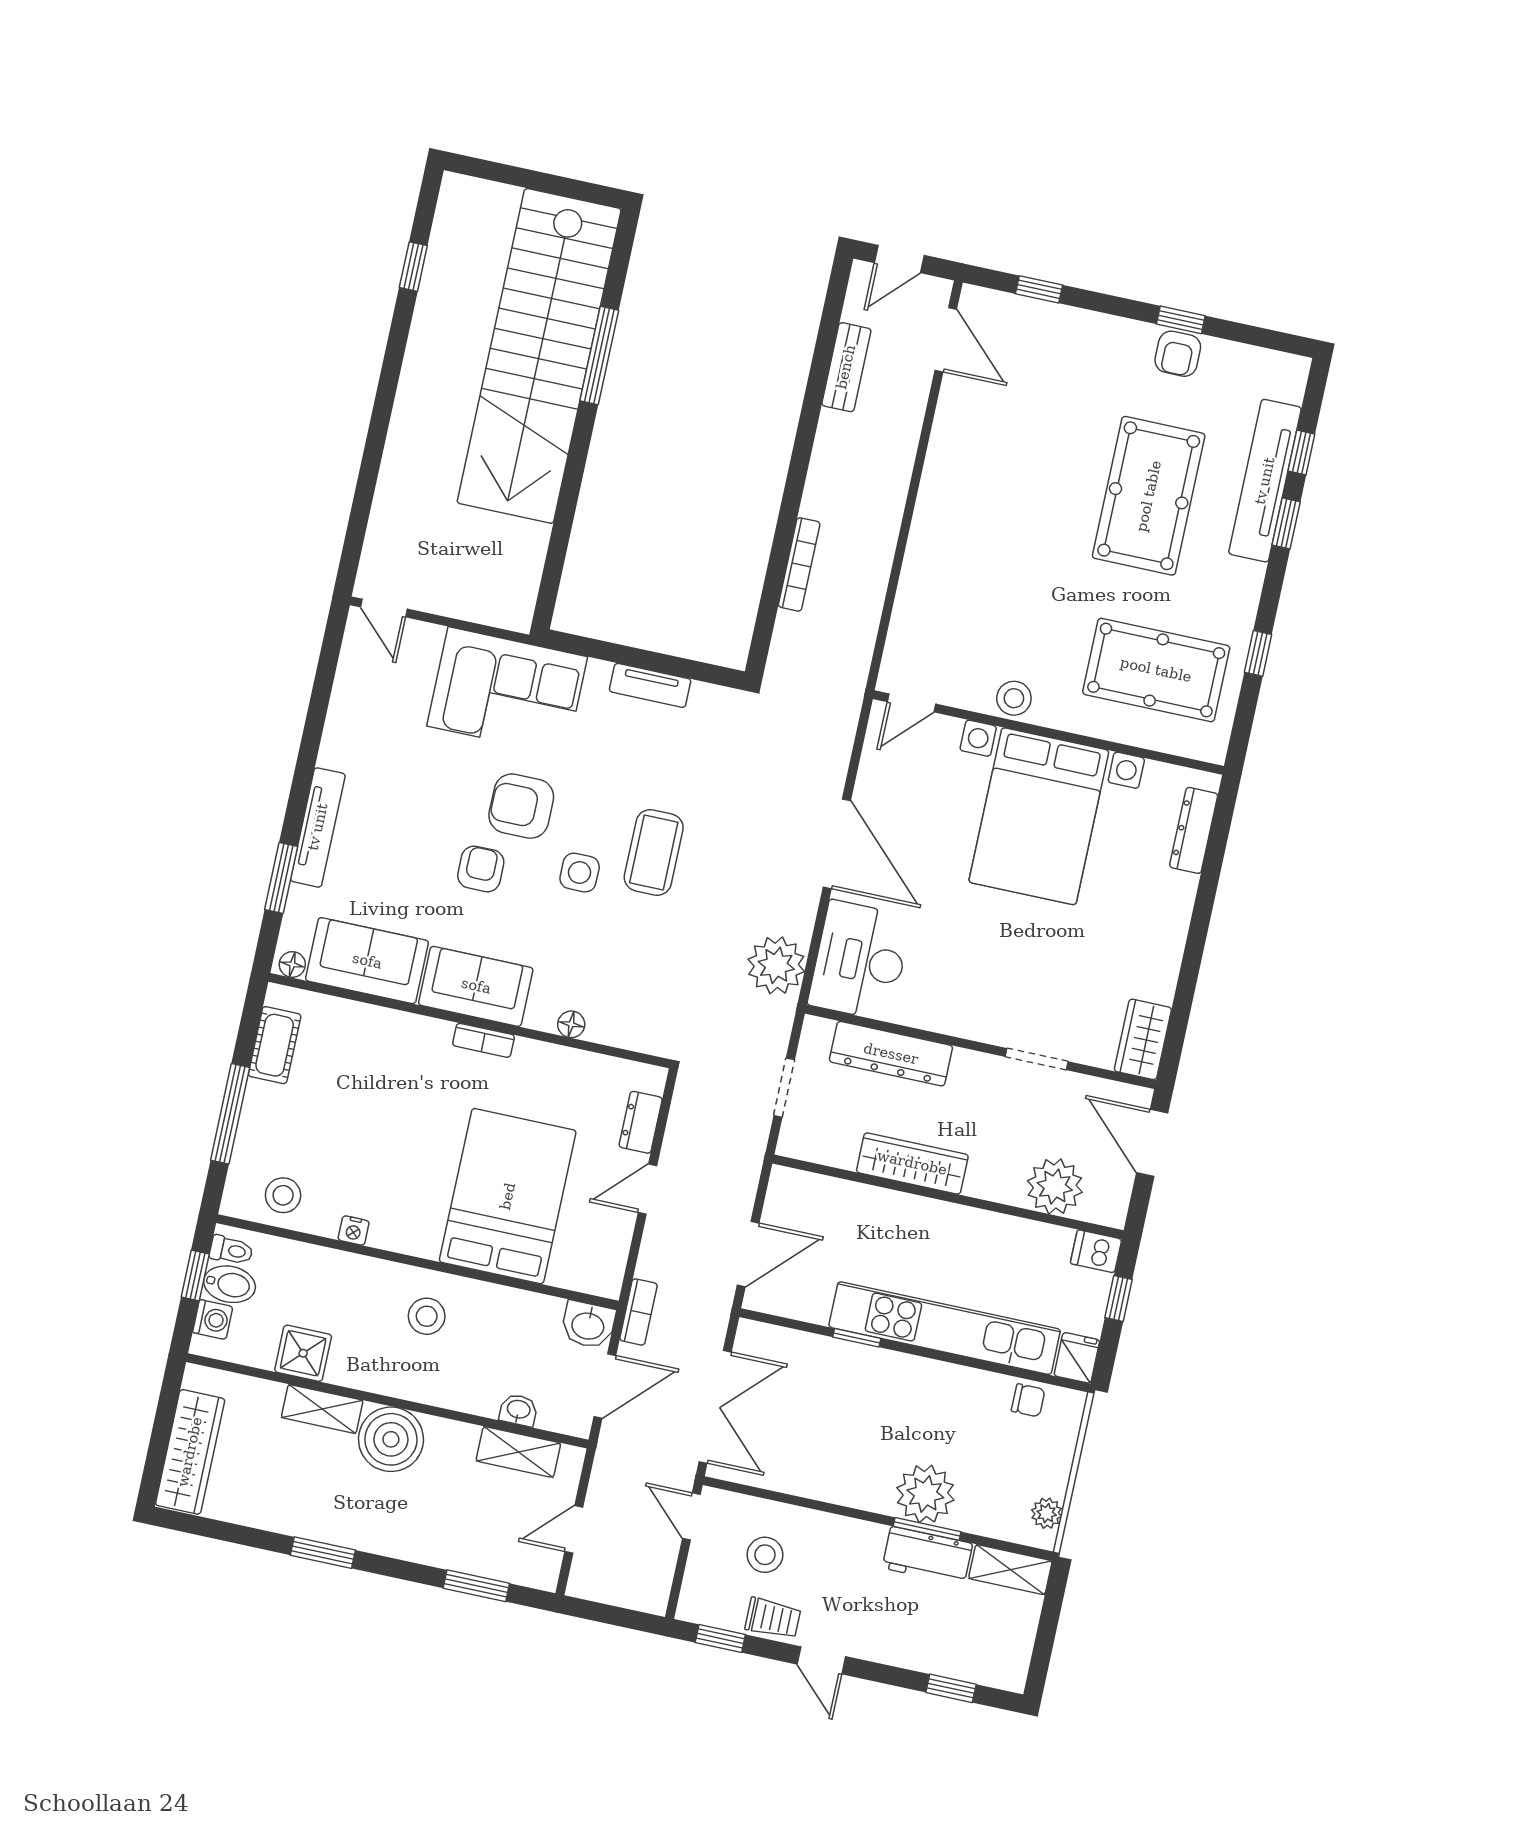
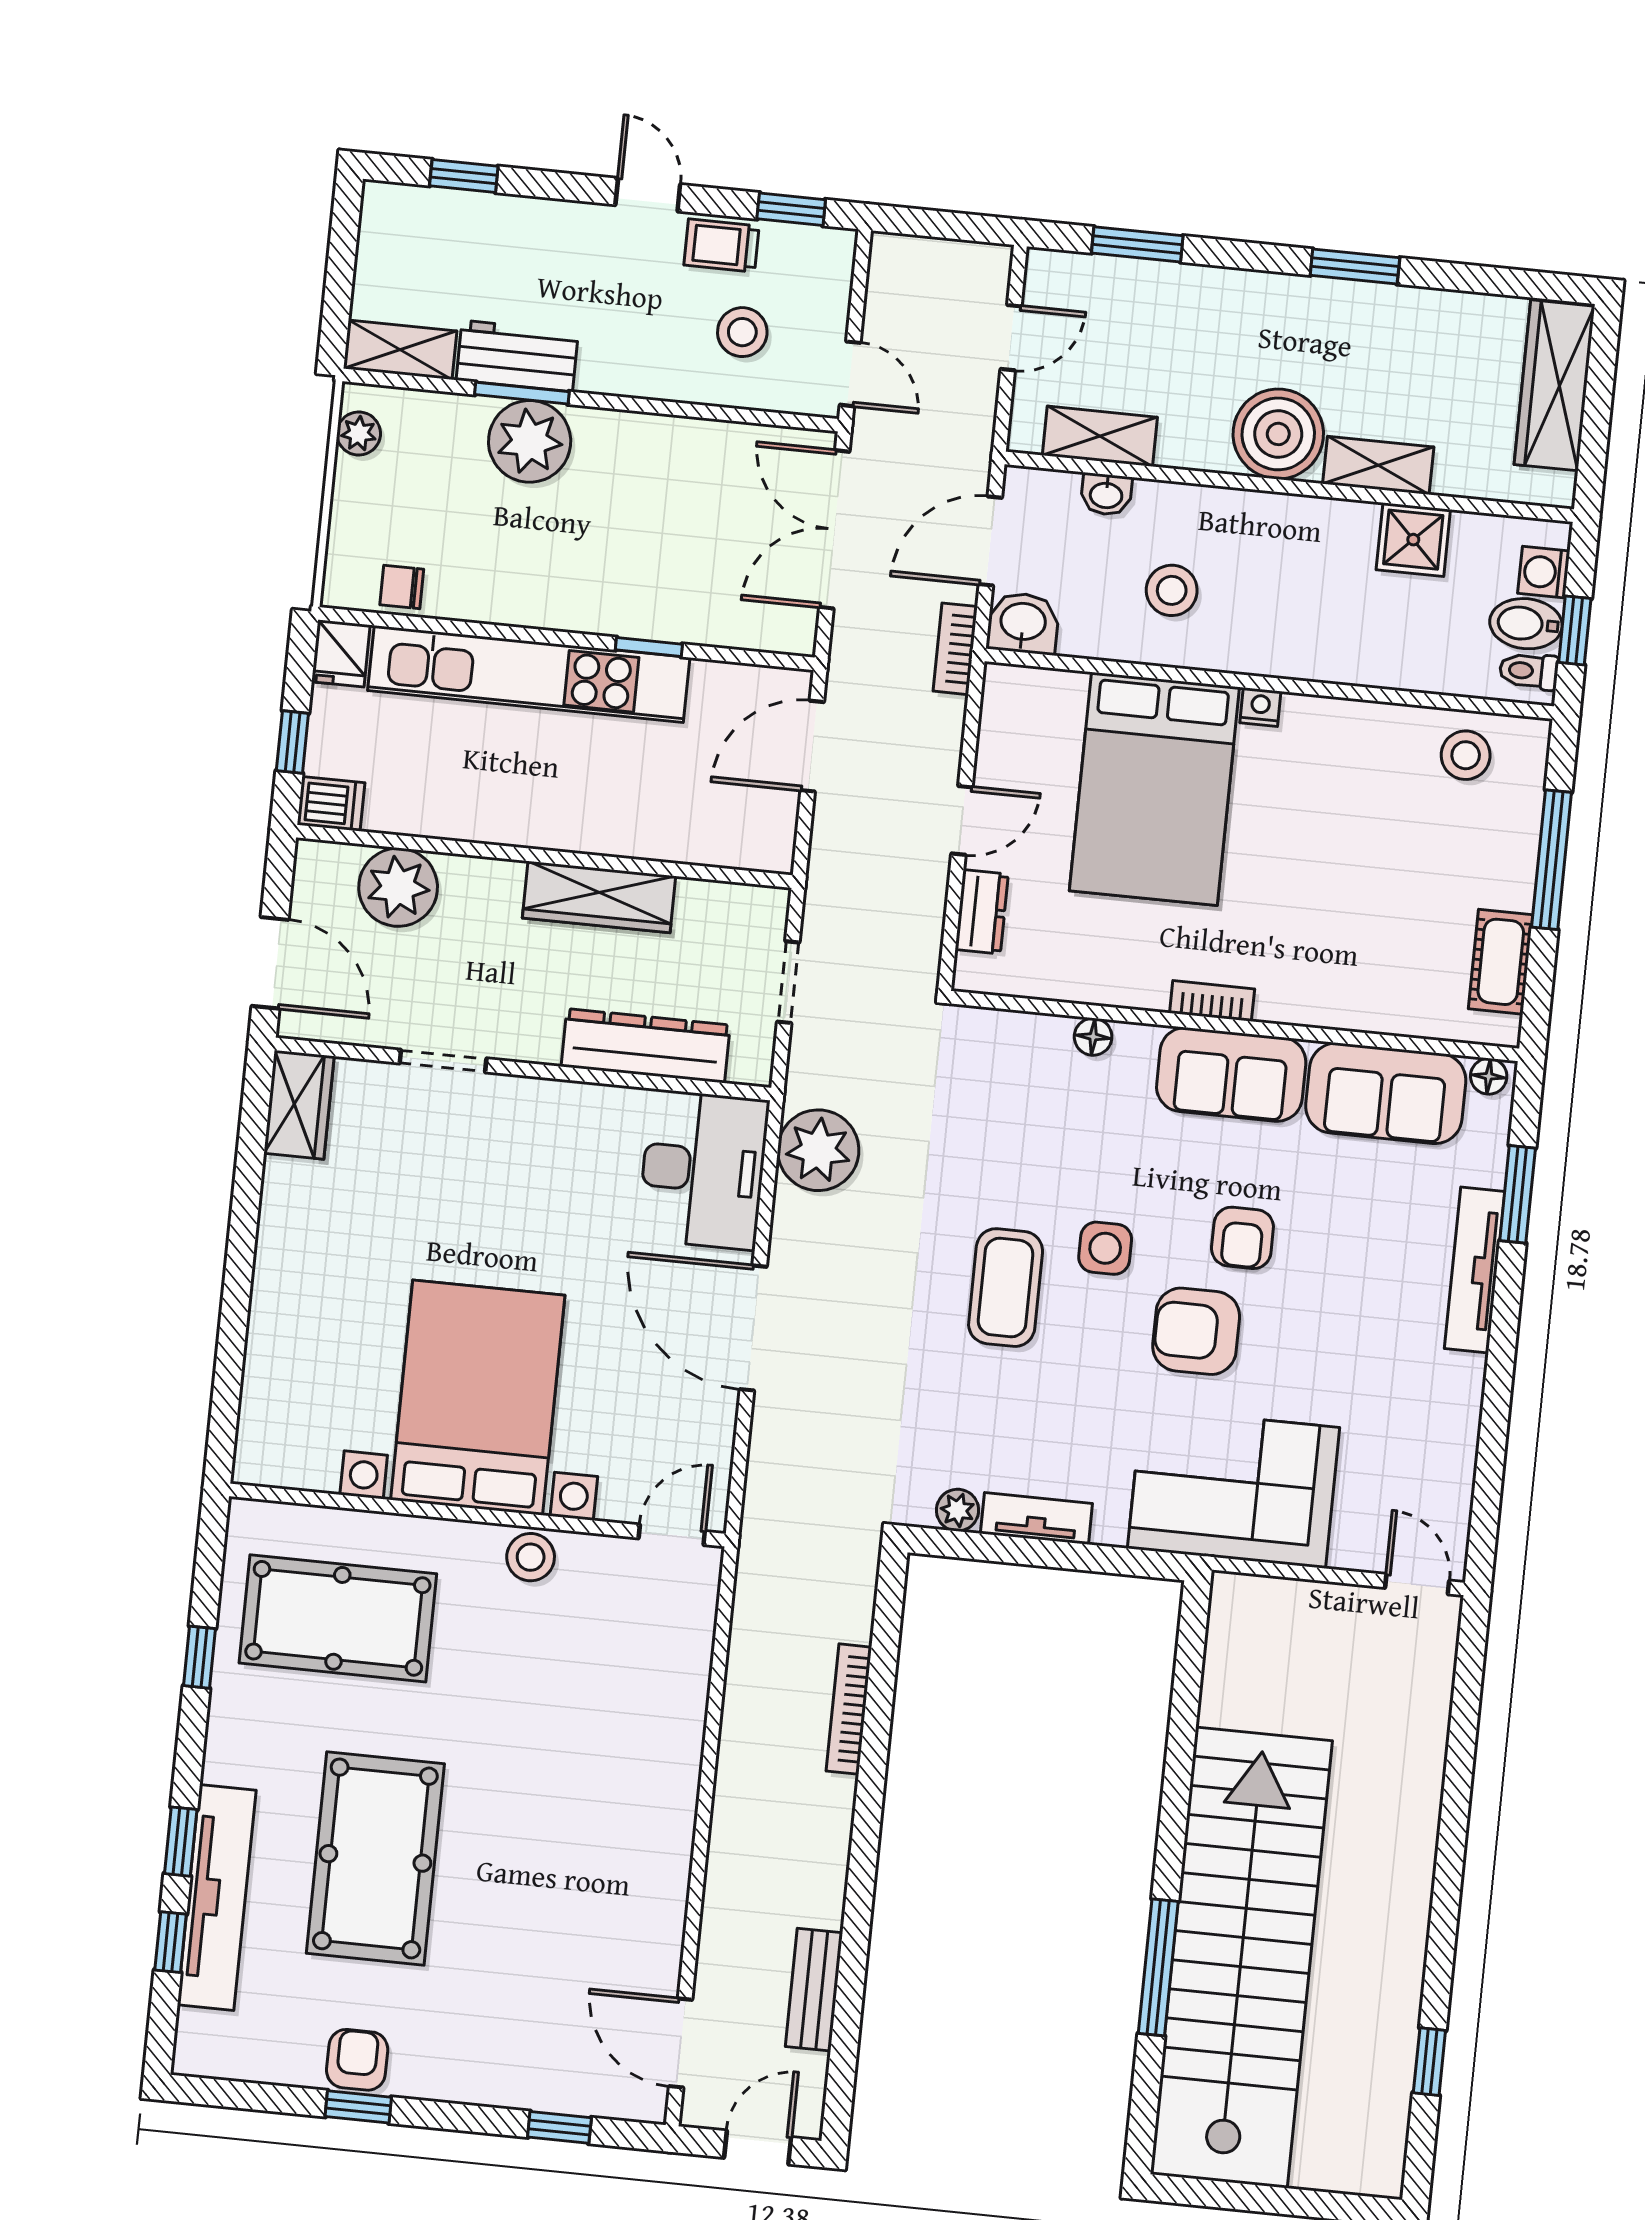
plant: (706, 698) -> (958, 1510), added
armchair: (521, 806) -> (1196, 1331), turned 180
dresser: (1194, 830) -> (261, 1402), removed
nightstand: (354, 1230) -> (1260, 707), moved
stool: (427, 1316) -> (1172, 590), moved

